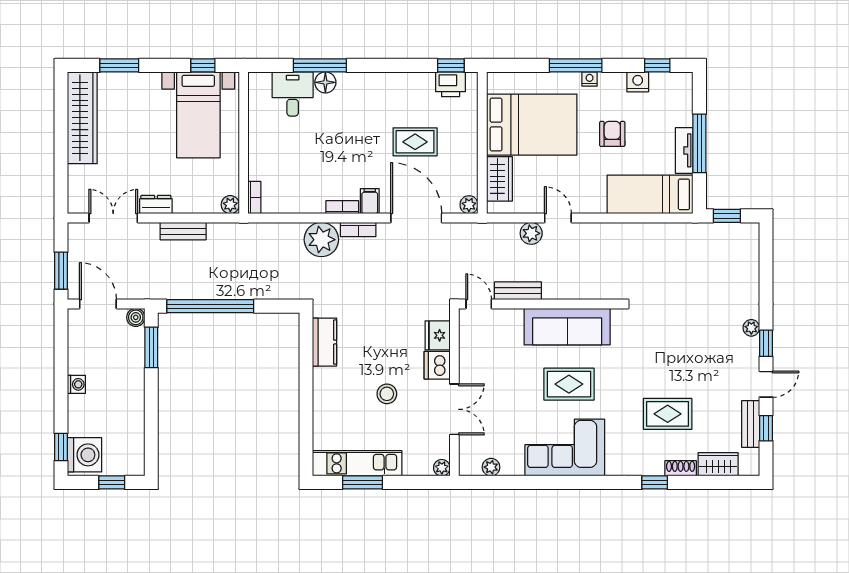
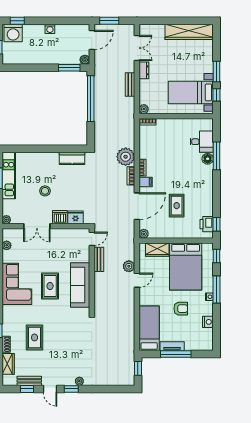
window: (119, 65) -> (216, 71), moved
window: (657, 65) -> (216, 256), moved

